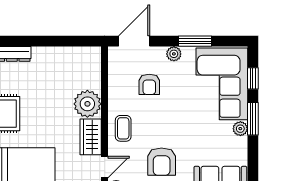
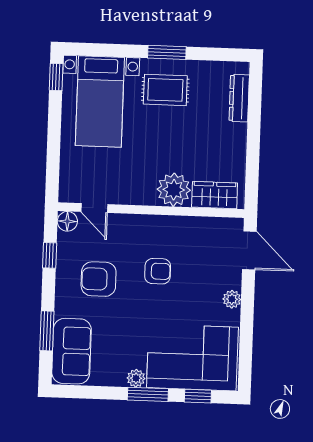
window: (195, 41) -> (247, 326), removed
armchair: (149, 84) -> (158, 271), moved, turned 180
coffee table: (123, 128) -> (142, 233), removed
wardrobe: (91, 137) -> (215, 195), moved

